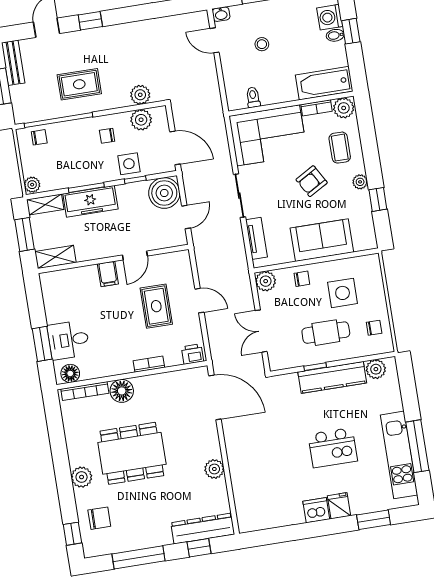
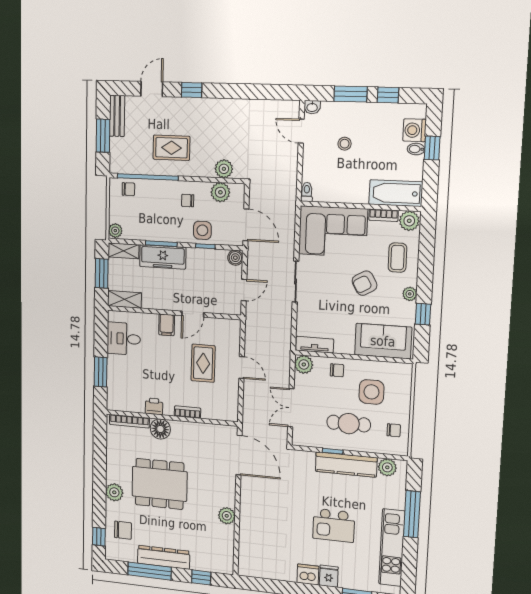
toilet: (253, 97) -> (307, 192), moved
boiler: (164, 193) -> (235, 258), width x0.54, depth x0.54
tv unit: (256, 238) -> (315, 345), moved, turned -90
sofa: (322, 240) -> (383, 341), moved
desk: (69, 340) -> (124, 339), moved
printer: (192, 354) -> (154, 406), moved
floor lamp: (70, 373) -> (120, 403), removed
window: (417, 446) -> (412, 514), moved
dresser: (203, 529) -> (164, 557), moved

